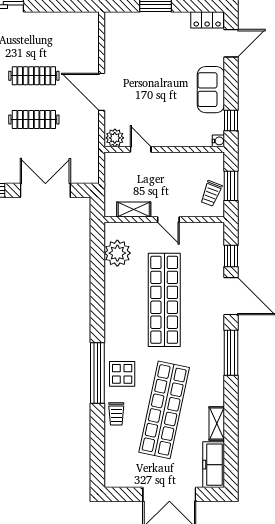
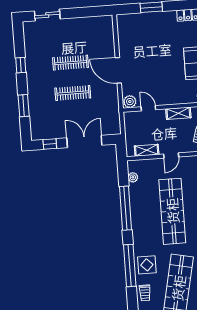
shelving: (183, 160) -> (178, 113), added
door: (168, 220) -> (171, 155), hinge flipped
plant: (117, 253) -> (133, 177), width x0.53, depth x0.53
window: (97, 290) -> (126, 208), added

